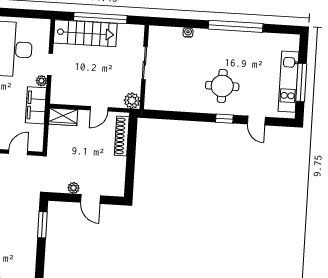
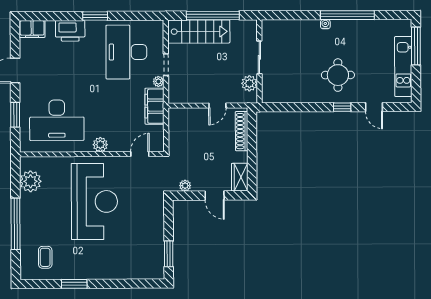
water cooler: (188, 33) -> (325, 24), moved
window: (301, 82) -> (416, 46), moved
plant: (132, 101) -> (249, 83), moved
wardrobe: (63, 117) -> (240, 177), moved, turned 90
plant: (73, 188) -> (185, 186), moved
window: (42, 225) -> (169, 254), moved

